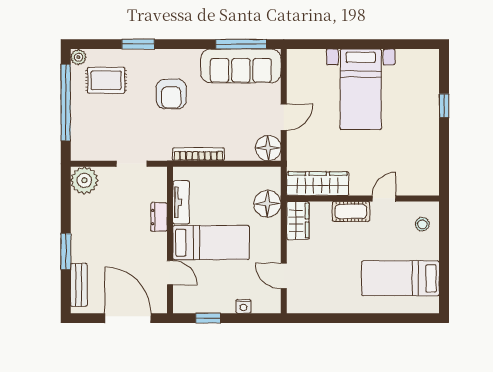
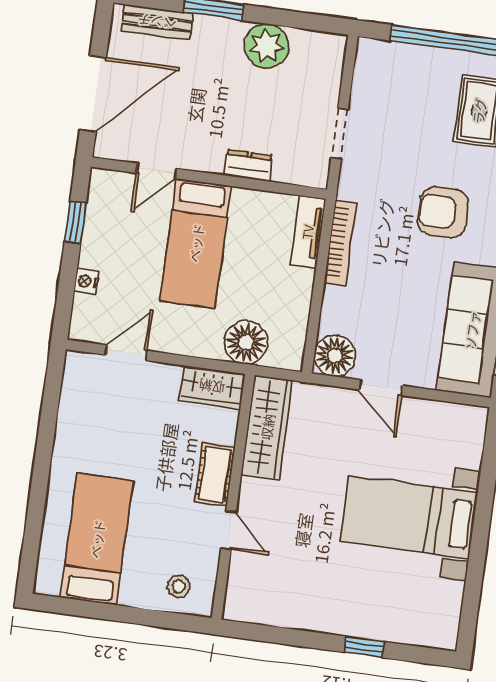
plant: (84, 180) -> (266, 46), moved
tv unit: (181, 202) -> (308, 232), moved, turned 90

